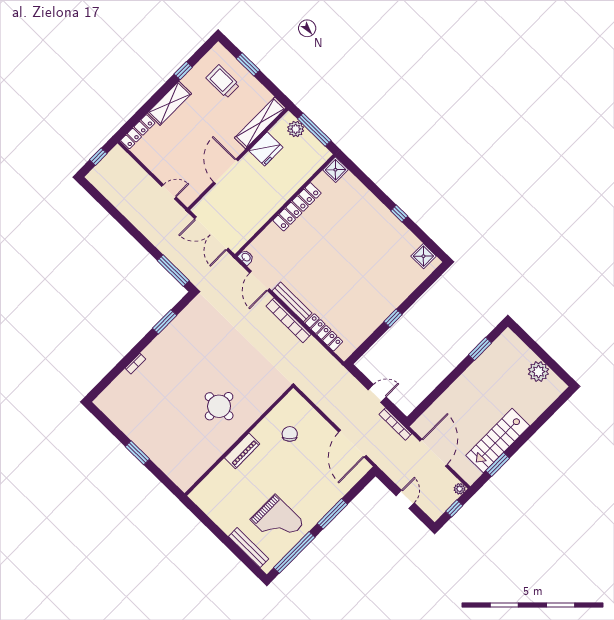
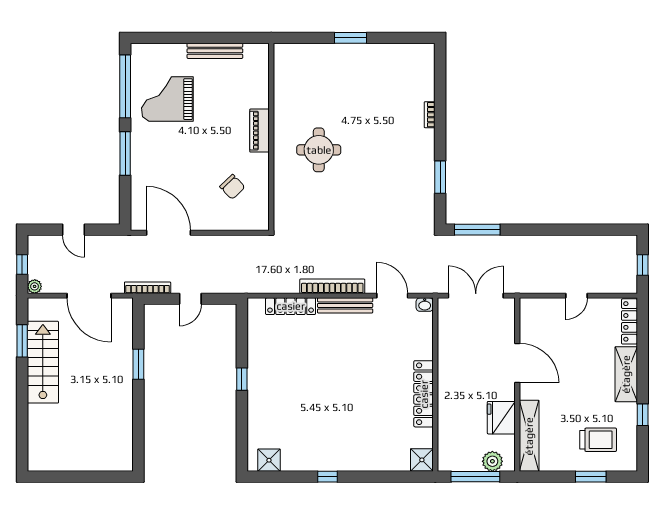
door: (169, 192) -> (577, 296), moved
window: (480, 349) -> (138, 364), moved
plant: (539, 372) -> (67, 459), removed
bench: (249, 548) -> (215, 51), moved

